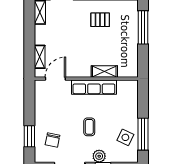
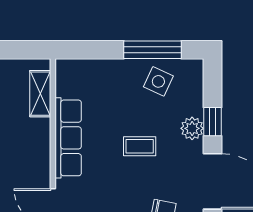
shelving: (104, 72) -> (40, 94), moved

